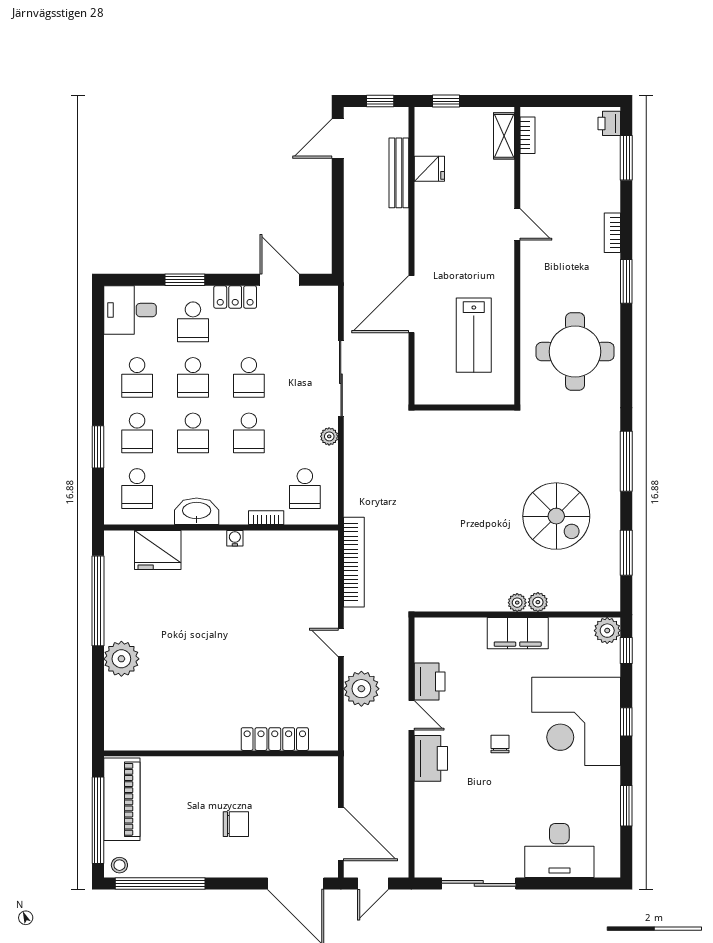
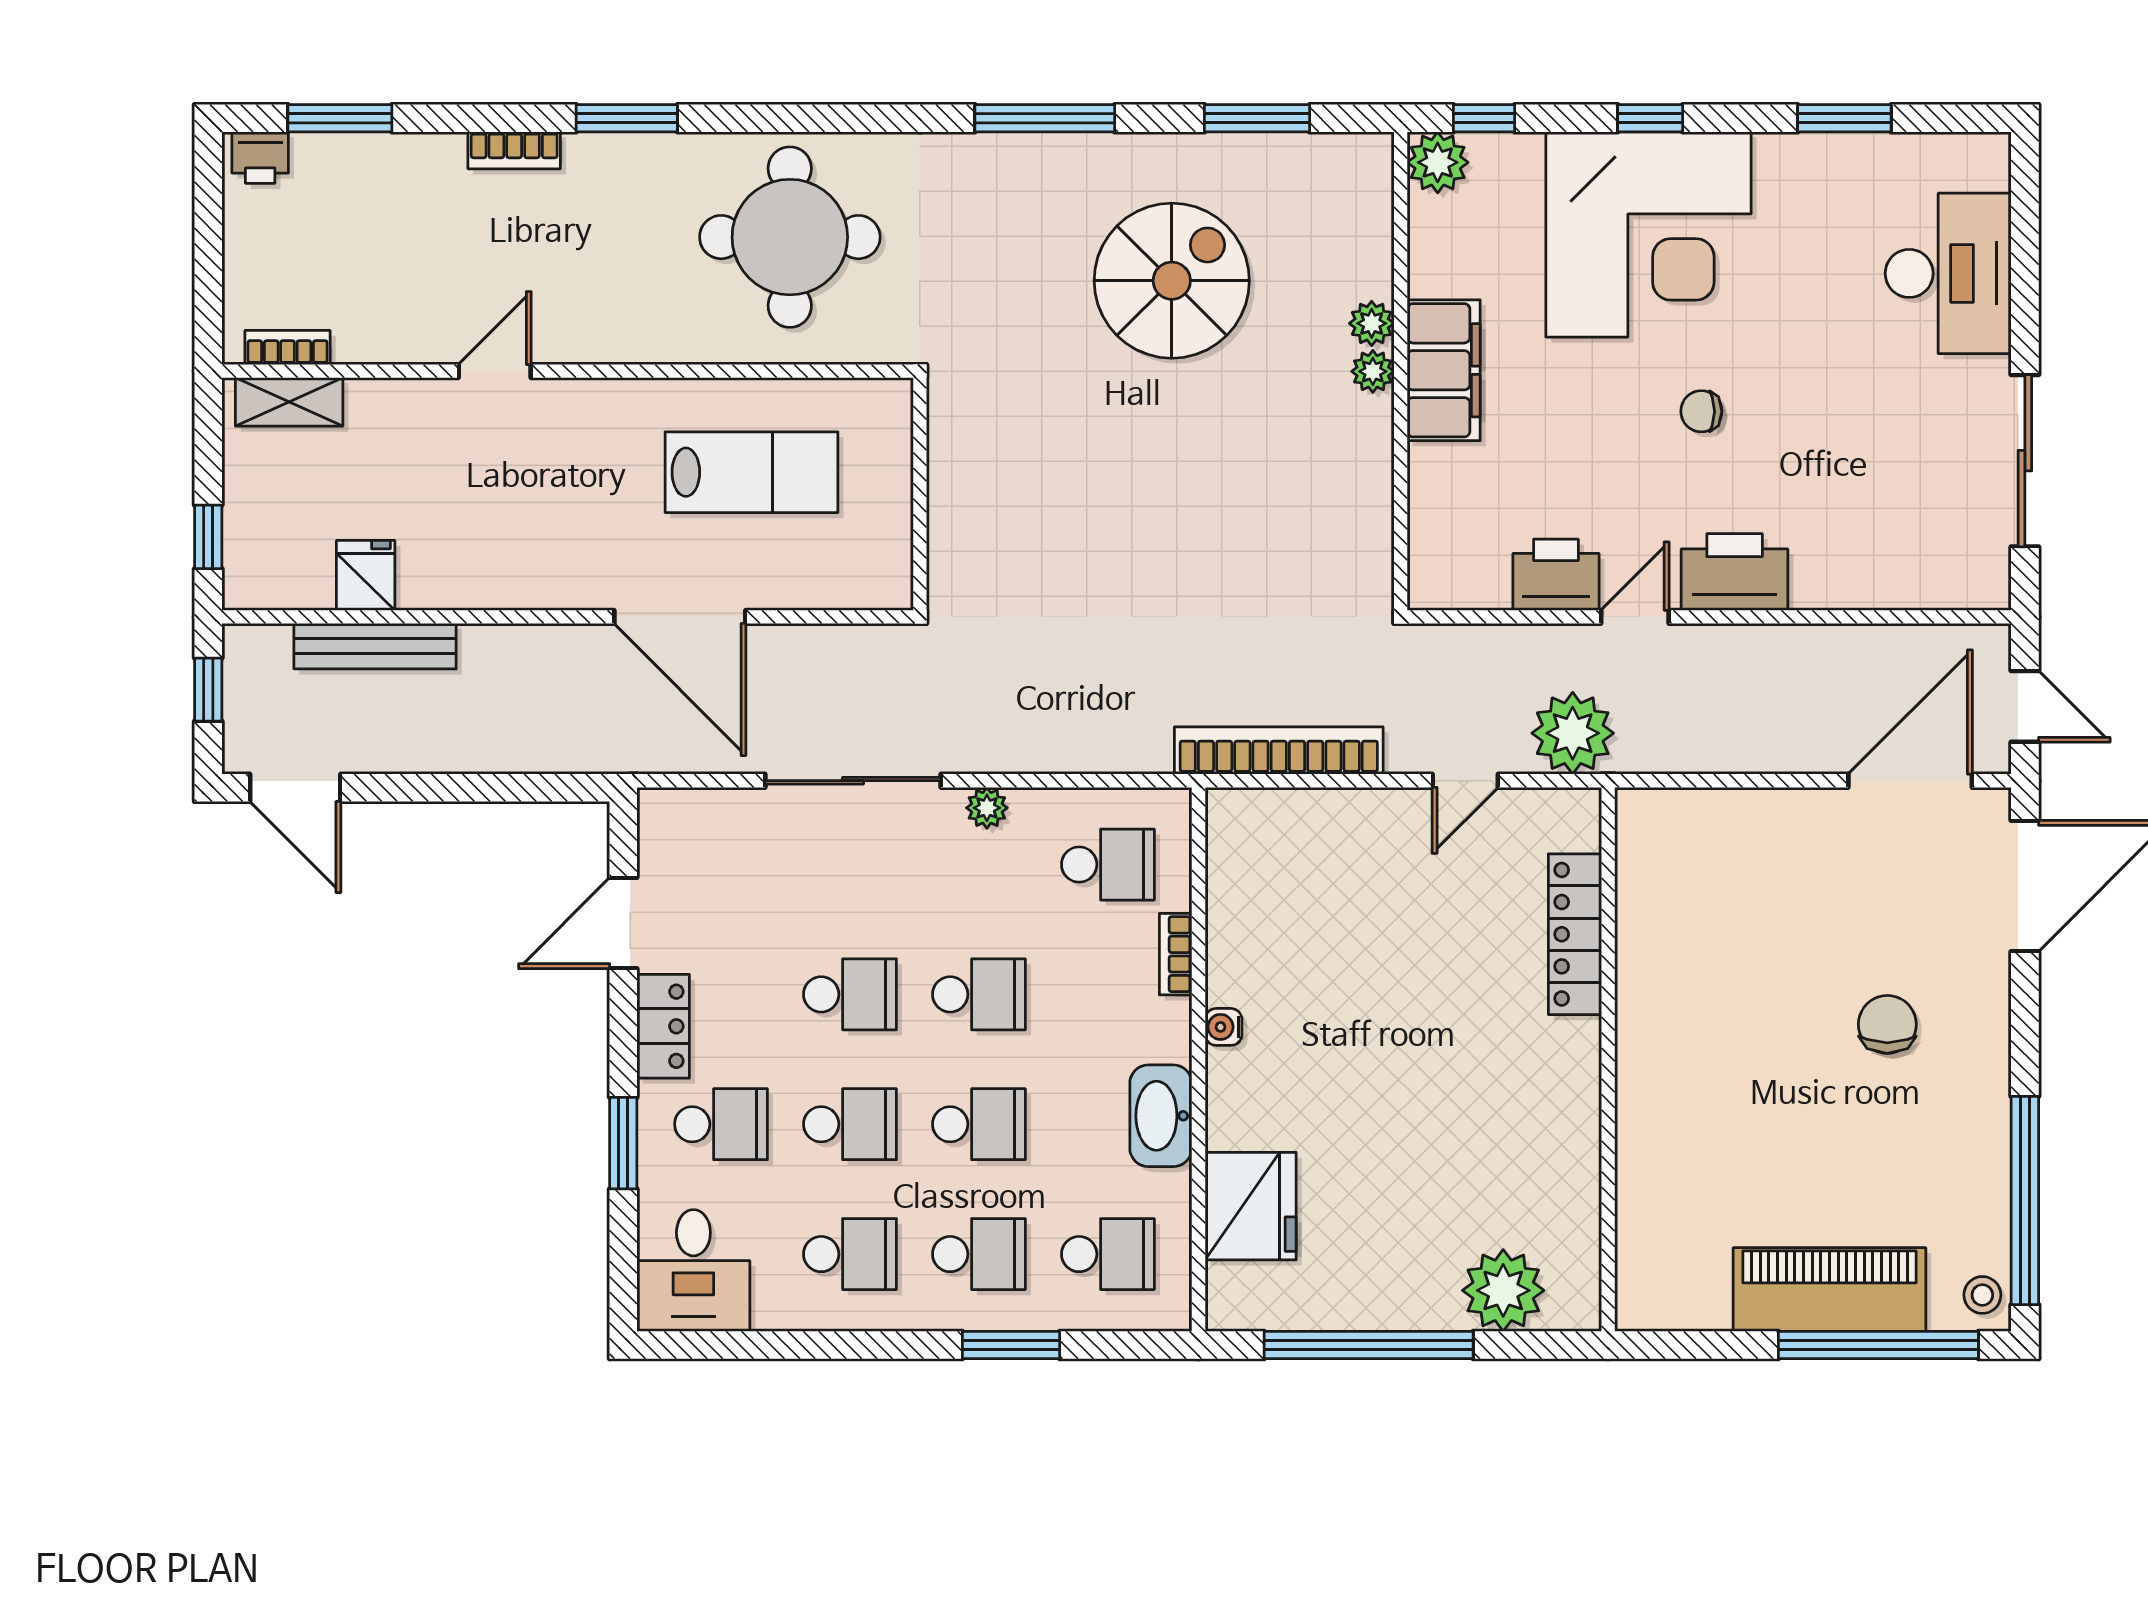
locker: (275, 739) -> (1575, 934), moved
wall: (221, 753) -> (1608, 1059), moved

